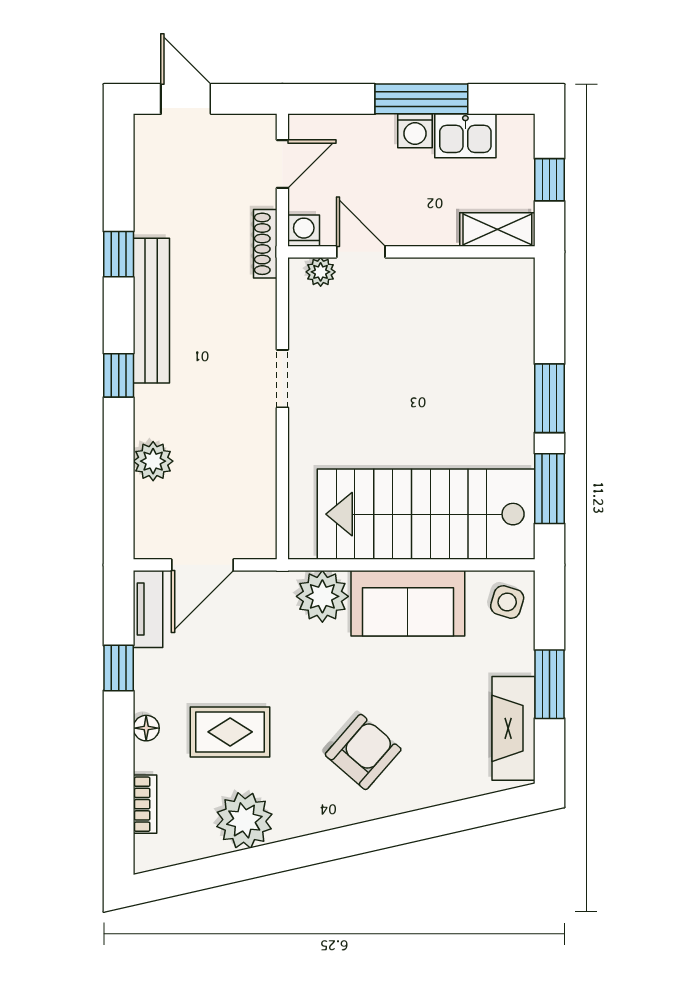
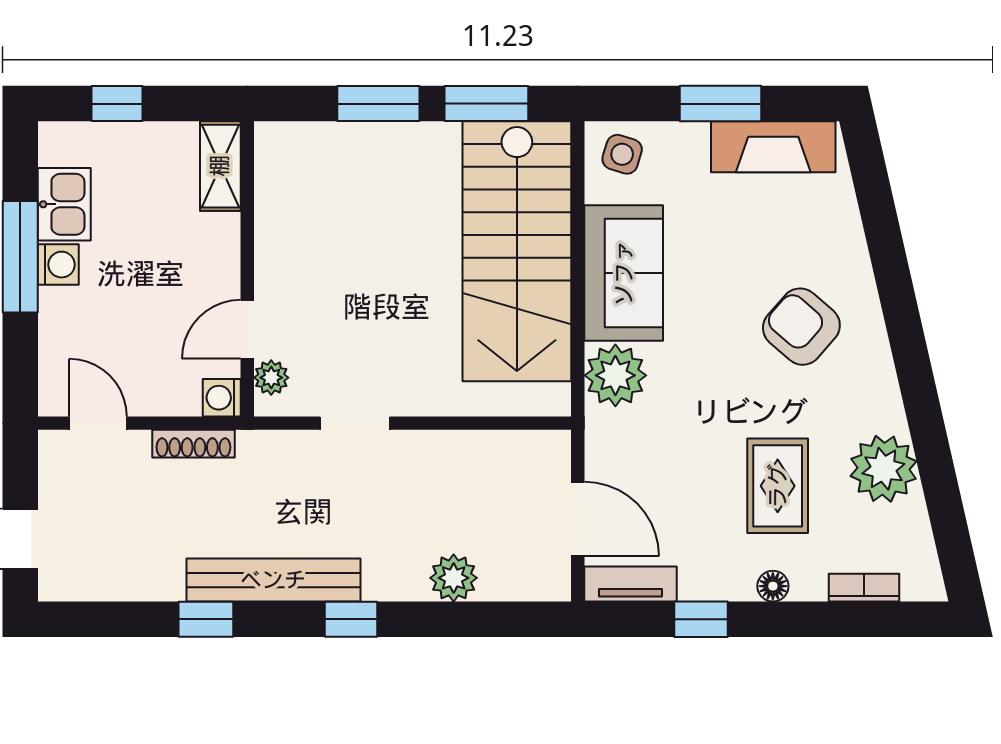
shelving: (497, 229) -> (220, 166), moved
washing machine: (304, 231) -> (222, 398), moved
door: (361, 252) -> (247, 329), moved
wall: (411, 252) -> (247, 269), moved
plant: (321, 272) -> (271, 378), moved

